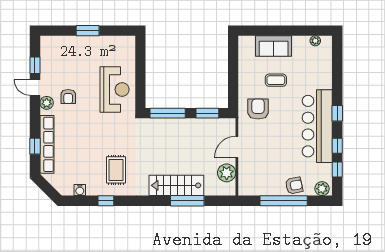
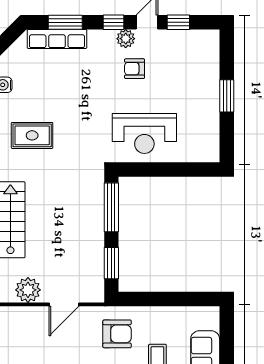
window: (35, 112) -> (114, 22), added
row of seats: (47, 144) -> (57, 39), width x0.73
window: (35, 146) -> (65, 22), width x1.50
door: (237, 147) -> (64, 304), swing flipped

